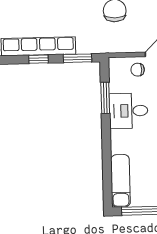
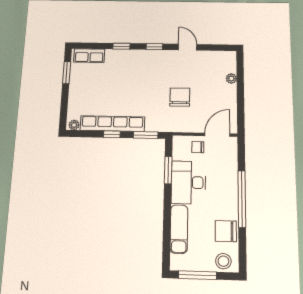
desk: (129, 111) -> (188, 182), width x1.37
exam couch: (120, 181) -> (179, 229), moved

